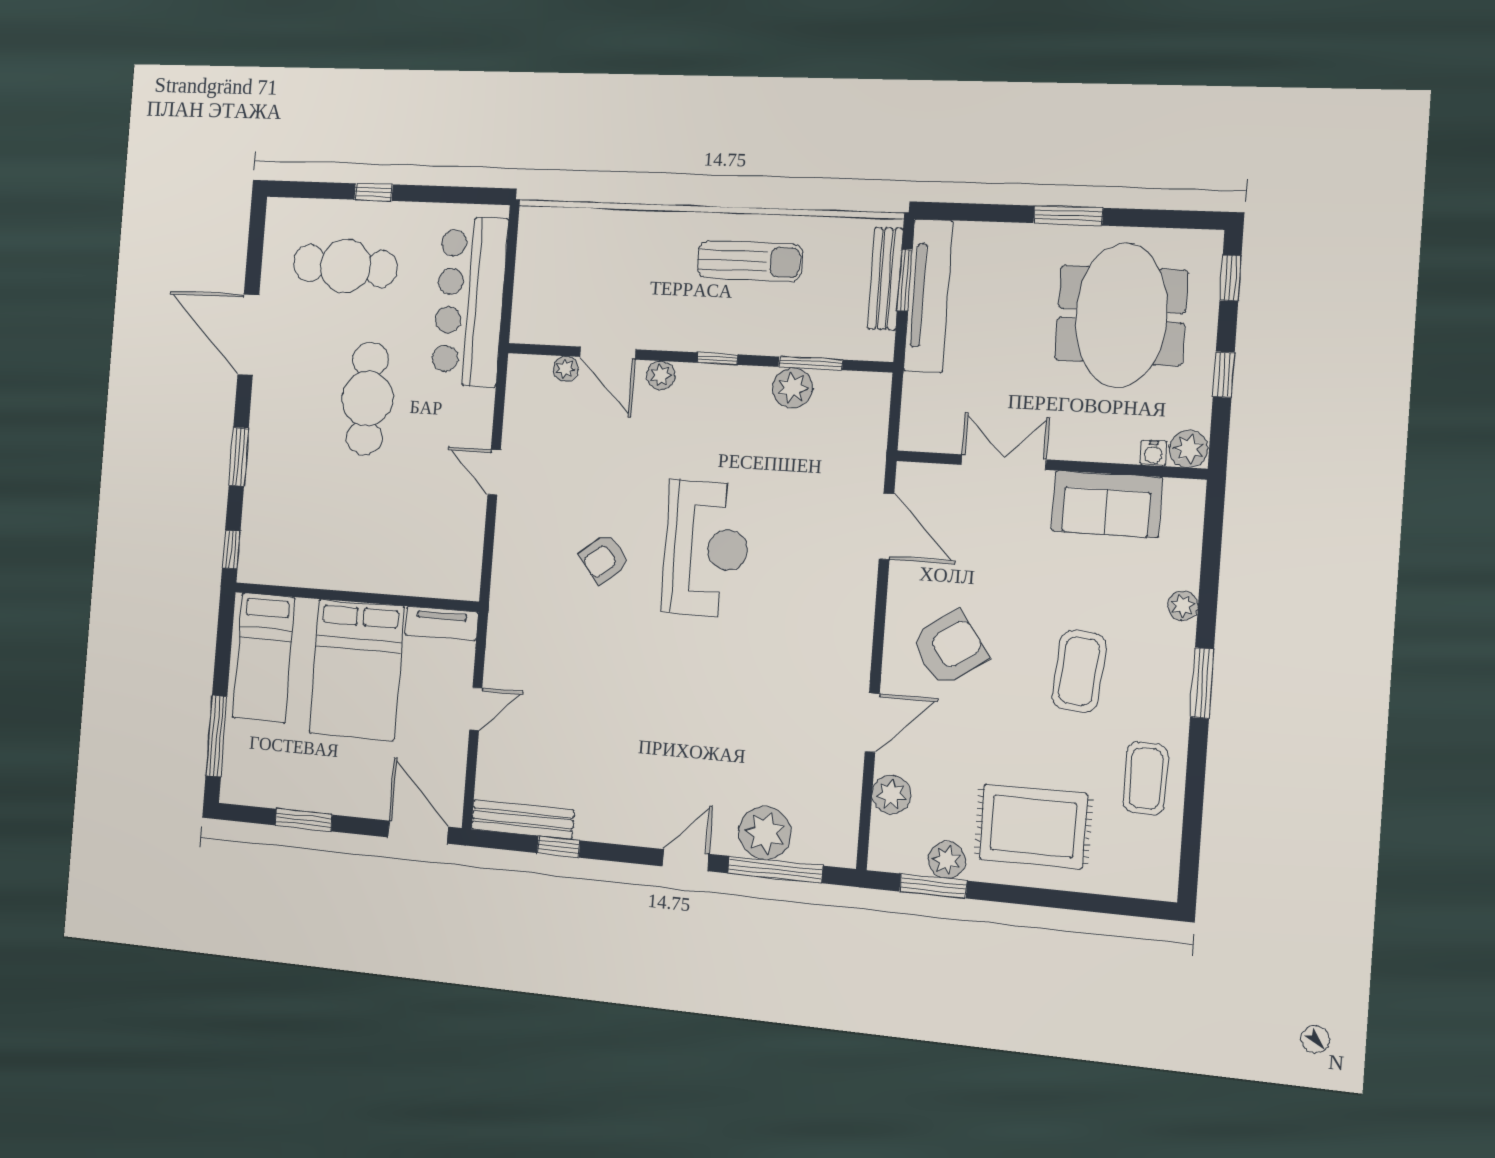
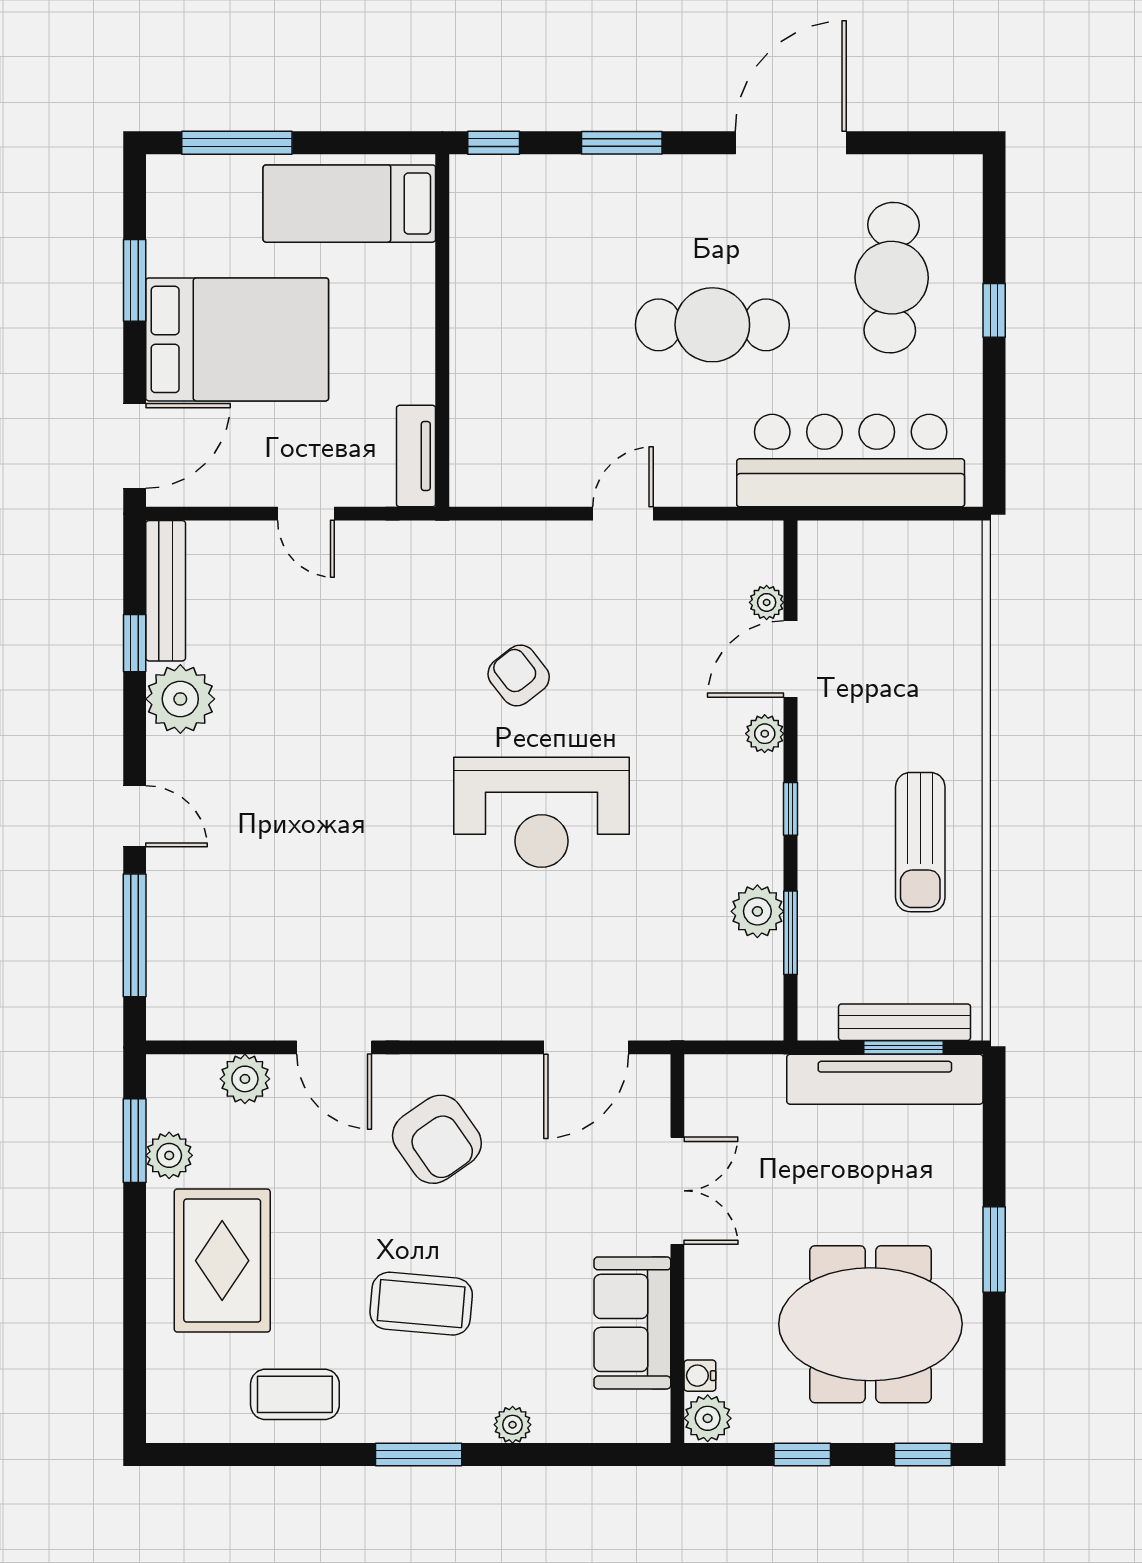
bed: (357, 670) -> (237, 339), moved, turned 180
plant: (765, 833) -> (180, 699), moved

